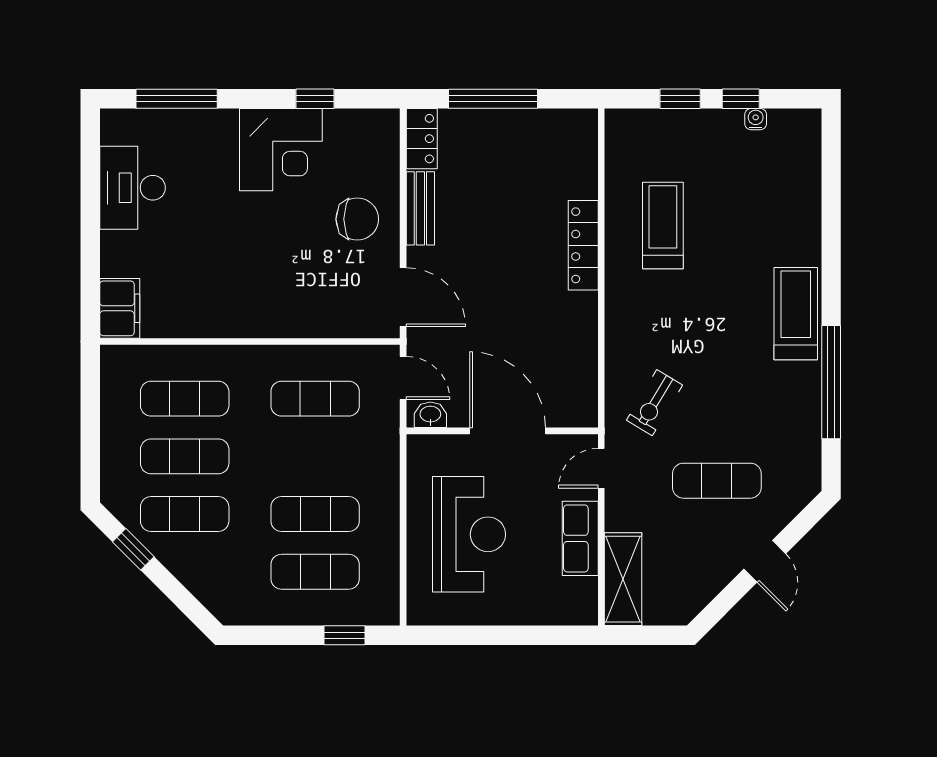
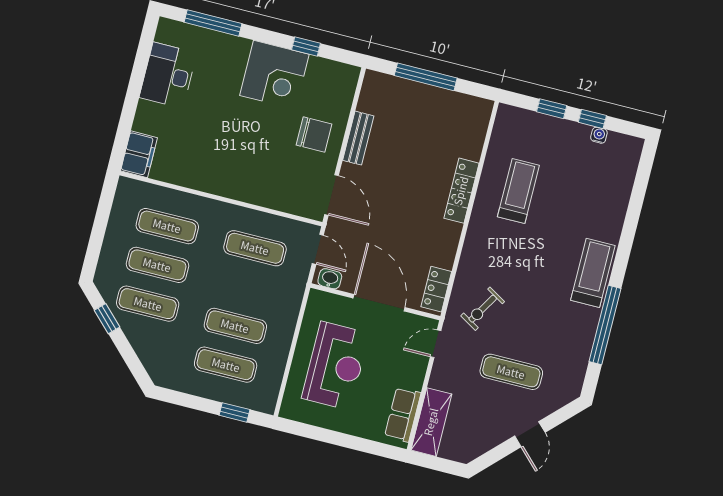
locker: (422, 139) -> (436, 289), moved, turned 180
row of seats: (580, 538) -> (403, 415), moved

